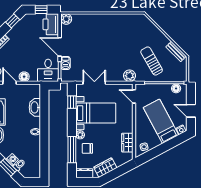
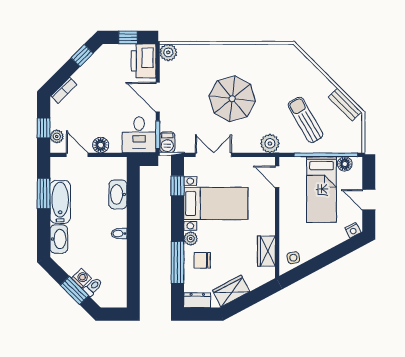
parasol: (106, 48) -> (232, 99), added
barbecue: (66, 63) -> (167, 142), moved
bed: (161, 121) -> (321, 190), moved, turned -152

